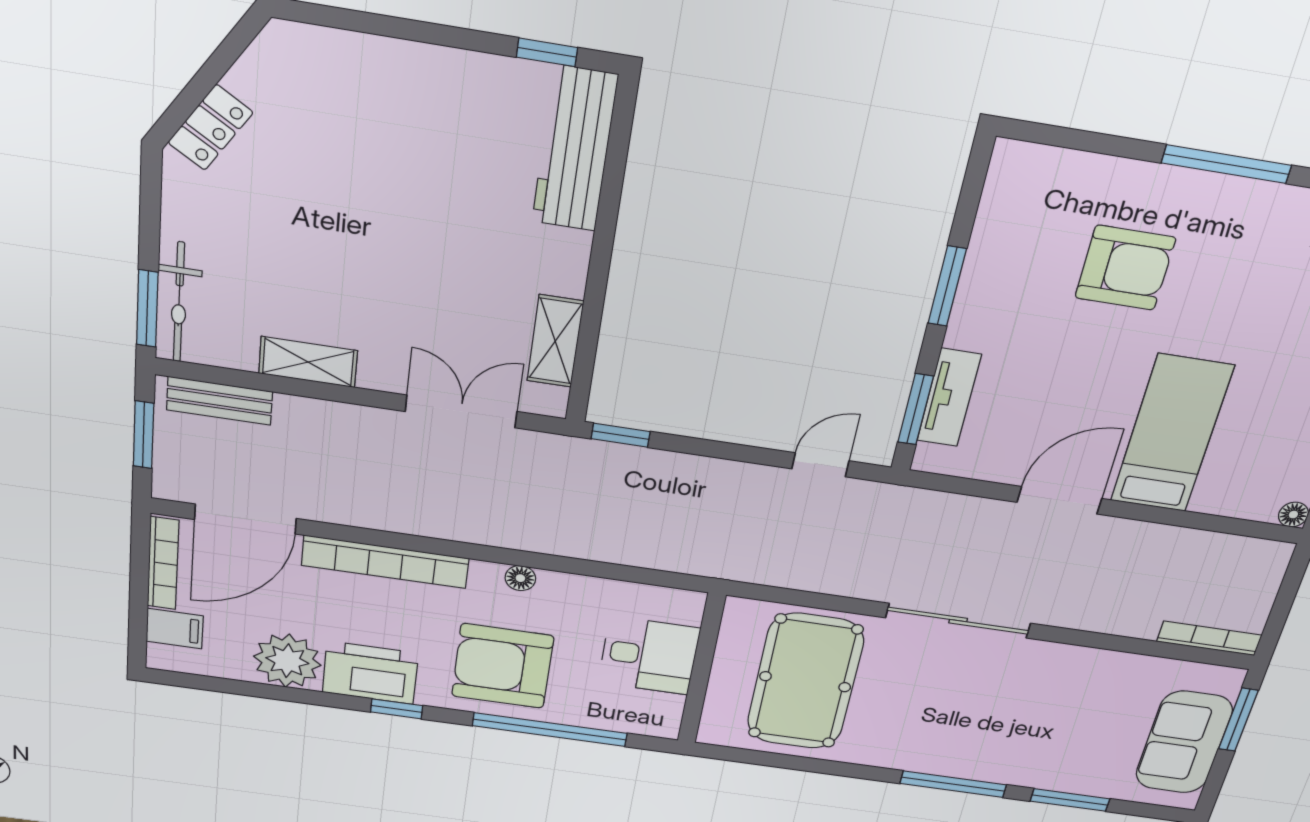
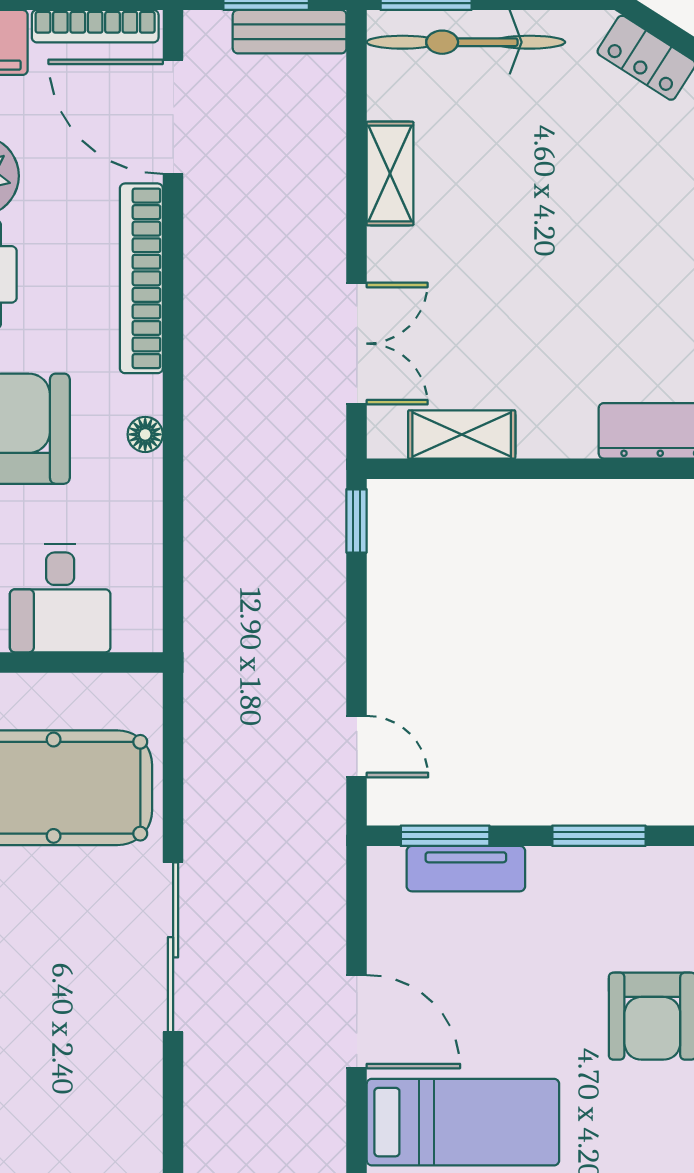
bicycle: (179, 302) -> (466, 42), width x1.37, depth x1.40
bench: (220, 401) -> (290, 32), moved, turned 90

